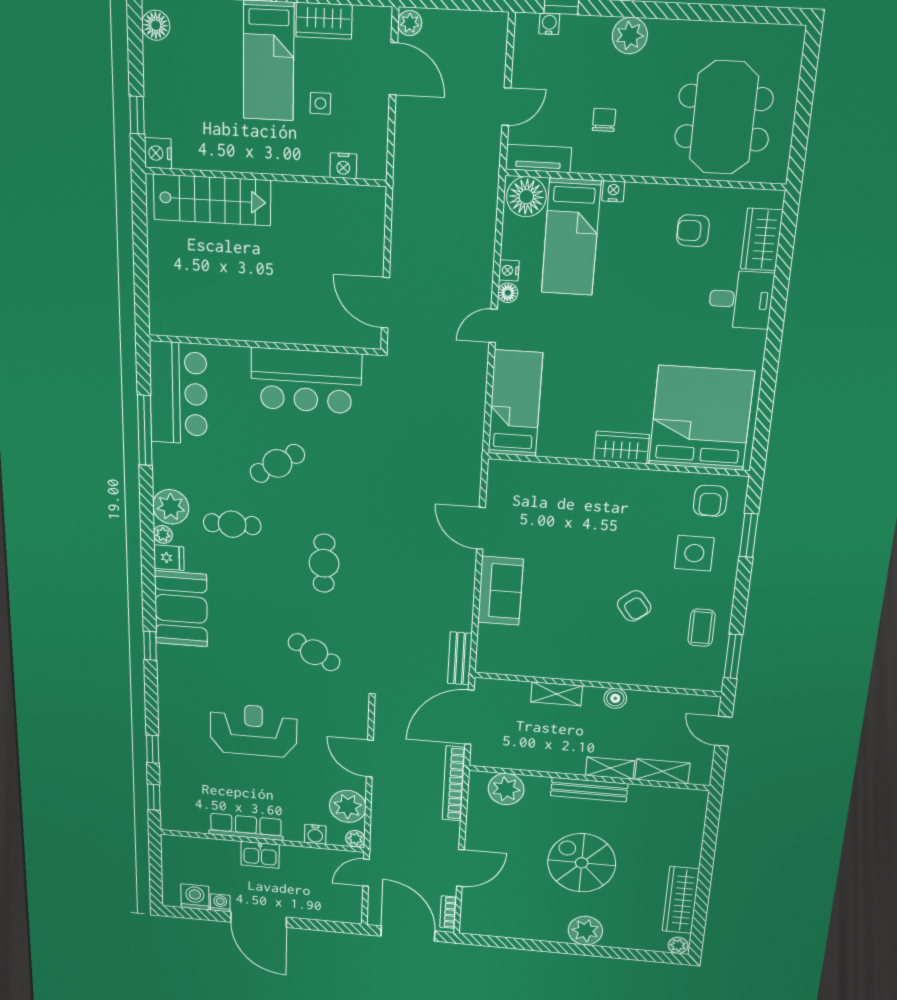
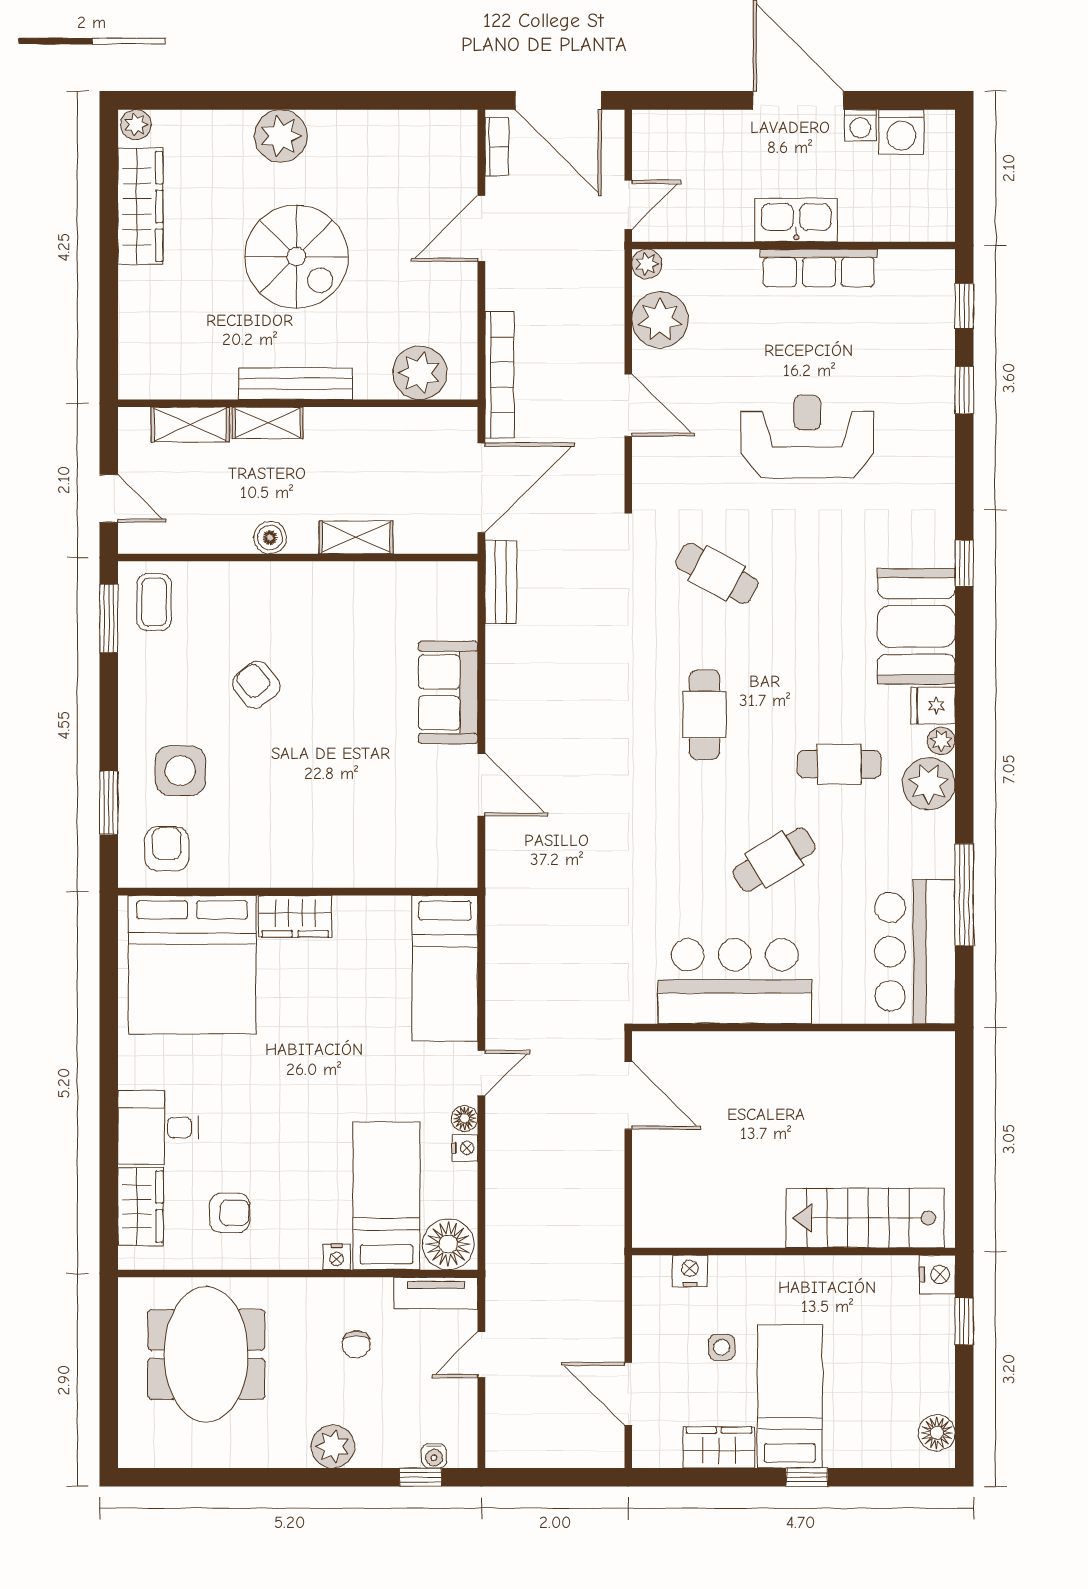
plant: (410, 23) -> (609, 1449), removed
coffee table: (701, 628) -> (154, 602), moved
reception desk: (254, 730) -> (807, 437), turned 180
water cooler: (315, 834) -> (710, 266), removed
kitchen sink: (260, 855) -> (796, 220), width x1.38

